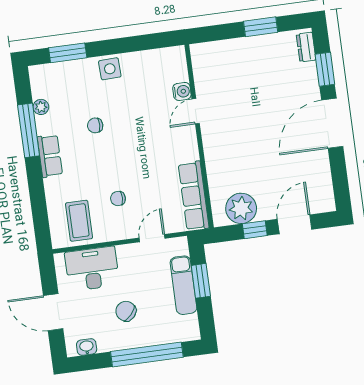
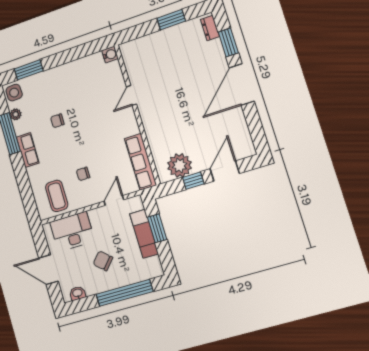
side table: (110, 69) -> (14, 93), moved
water cooler: (182, 91) -> (110, 55), moved

